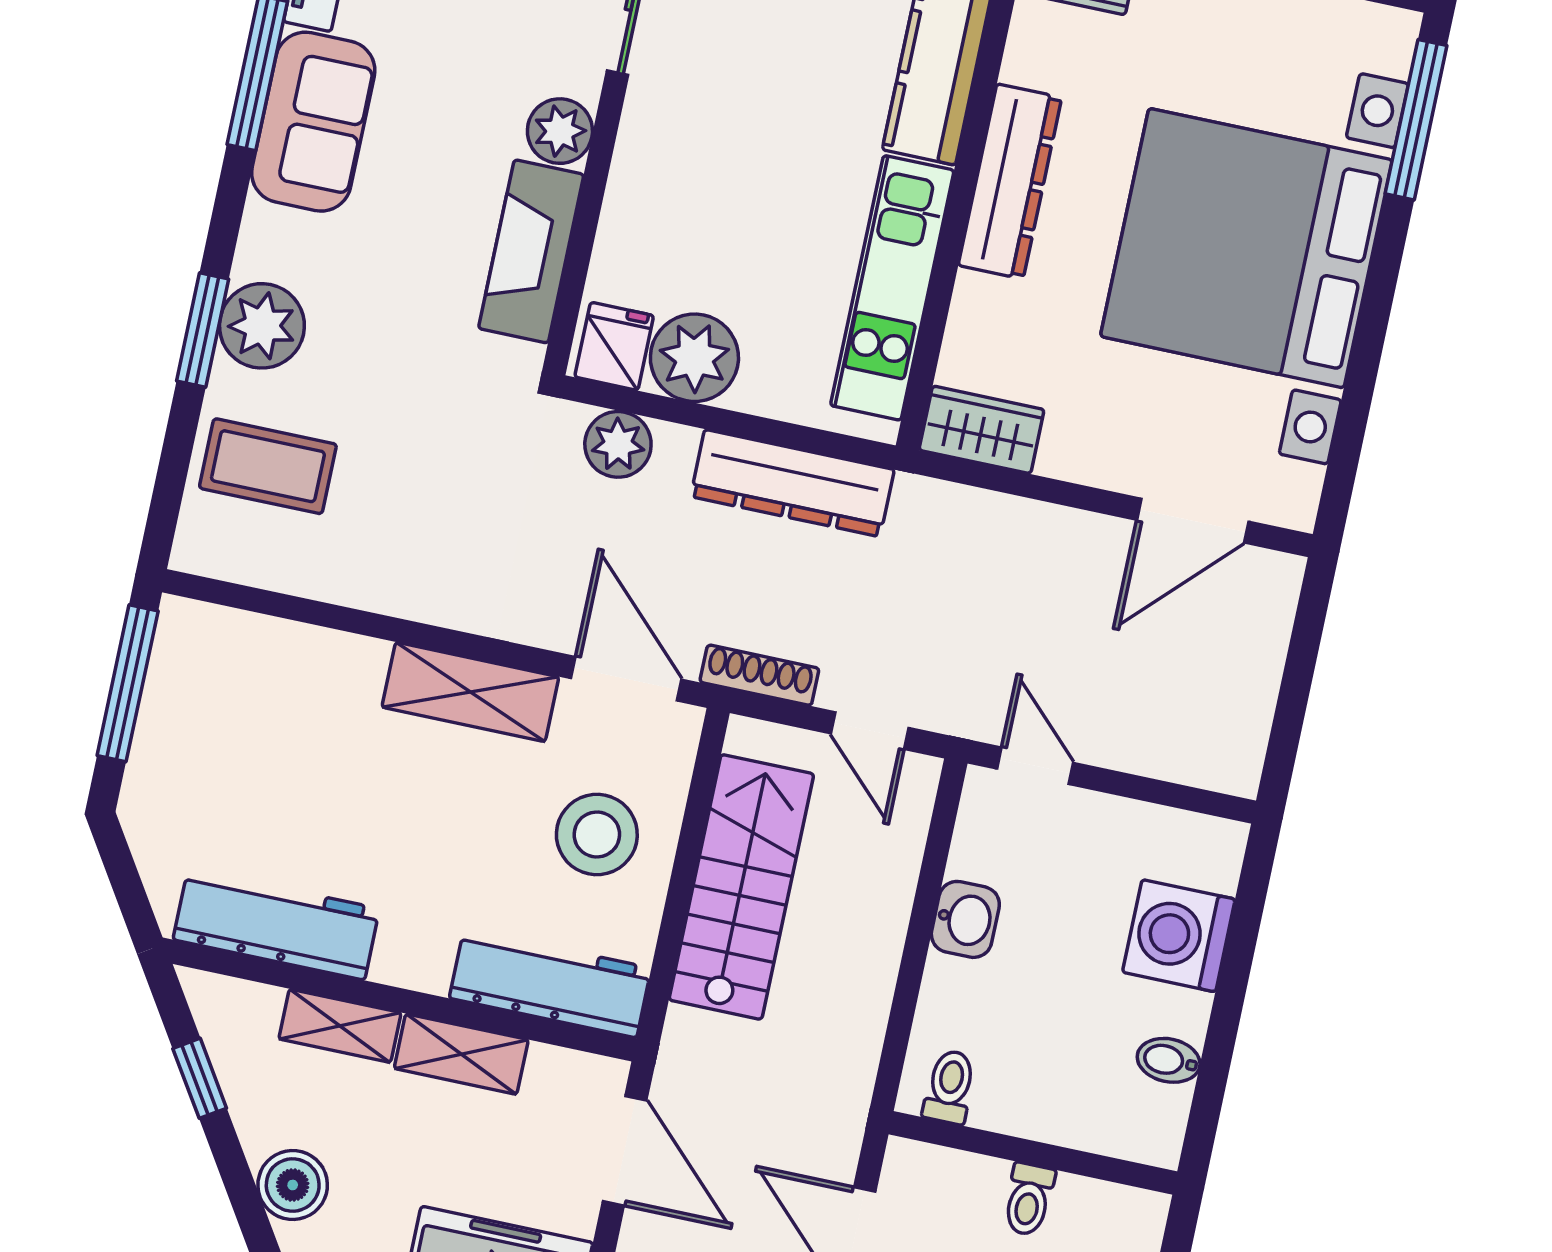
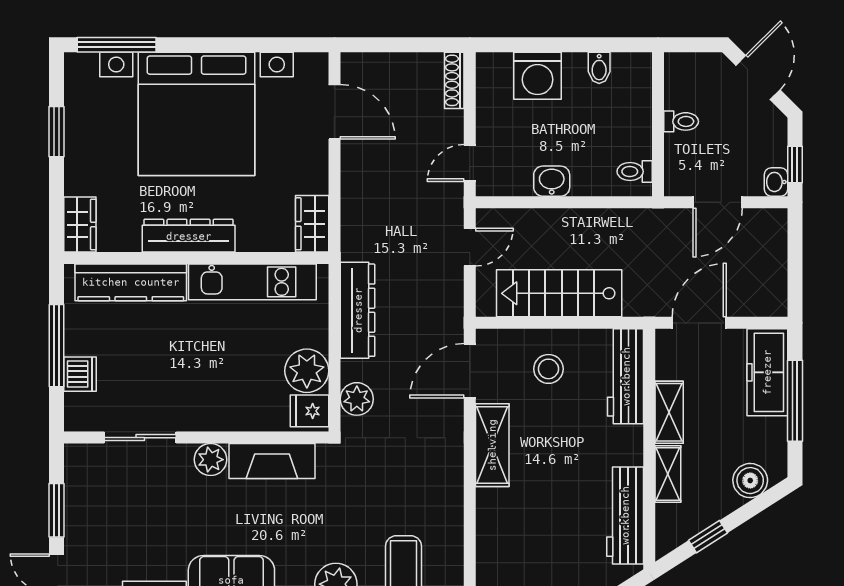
shoe rack: (759, 675) -> (454, 80), moved
stool: (597, 835) -> (548, 369), width x0.73, depth x0.73

